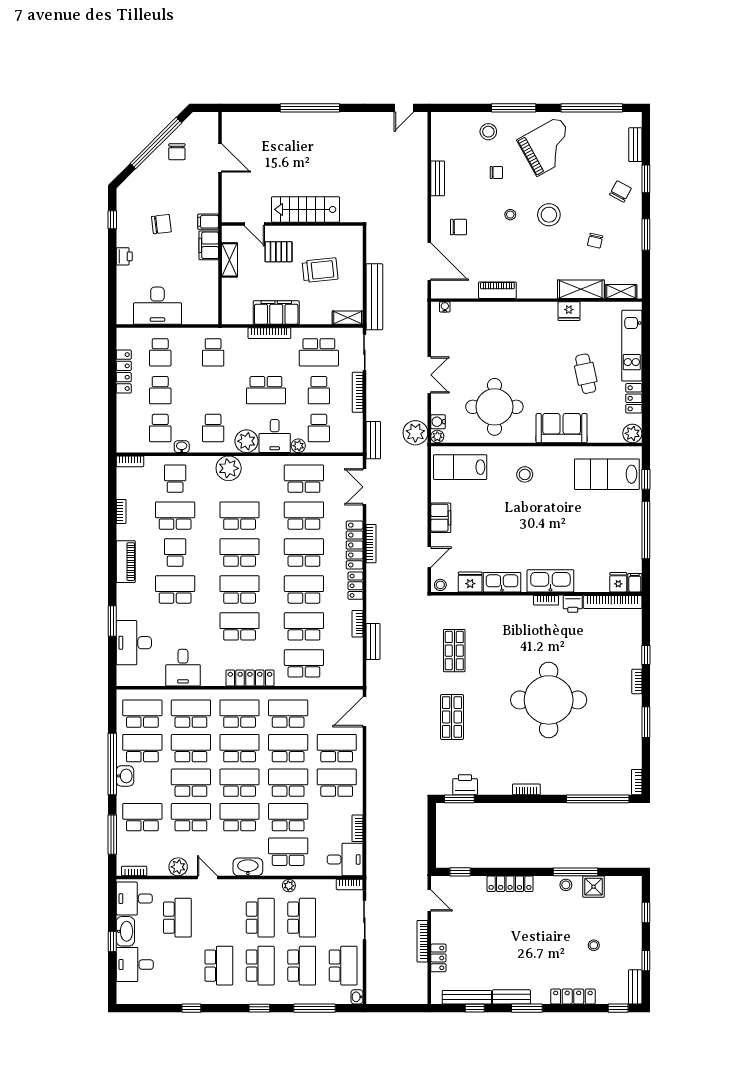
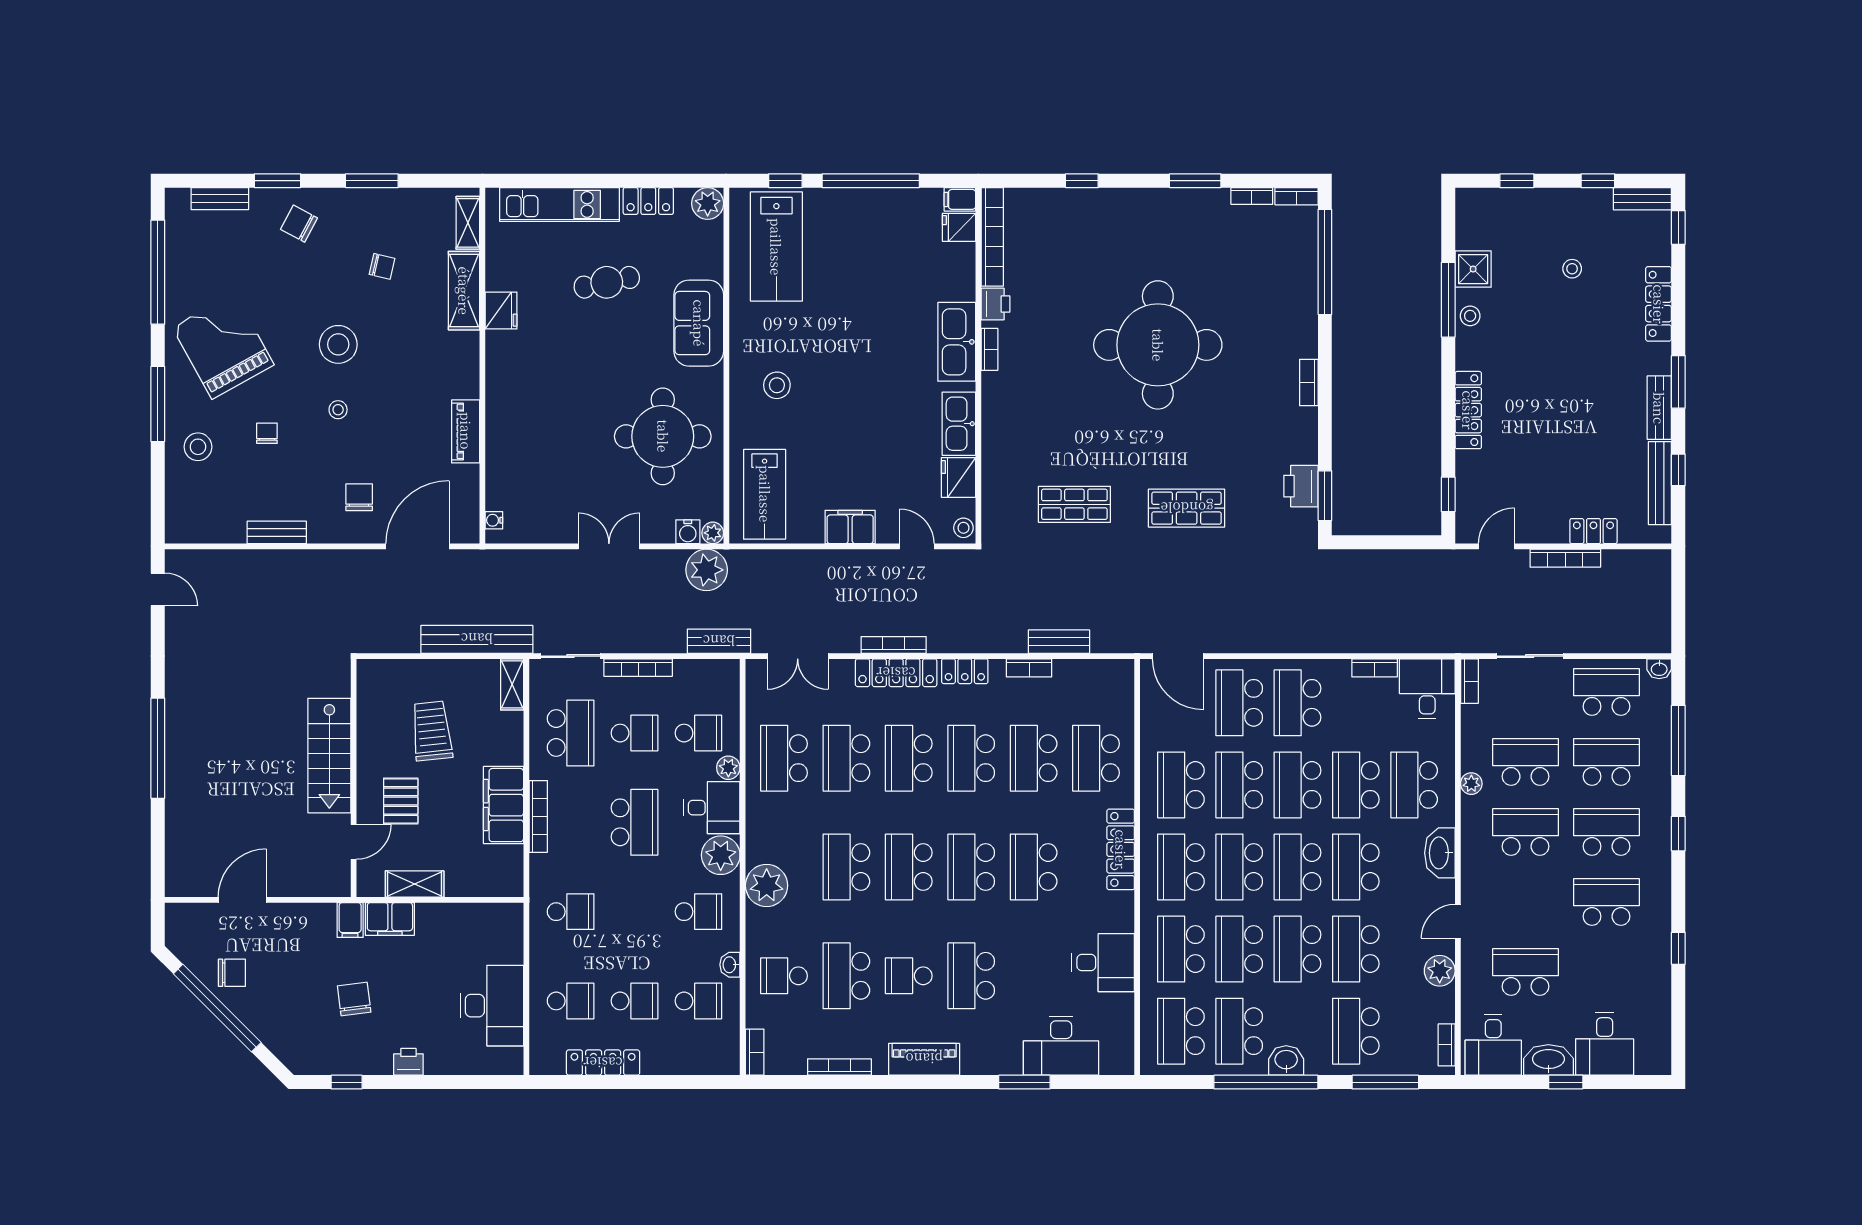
bookcase: (121, 511) -> (839, 1067), width x1.56
bookcase: (637, 681) -> (1252, 196), moved

